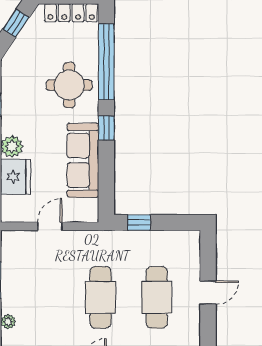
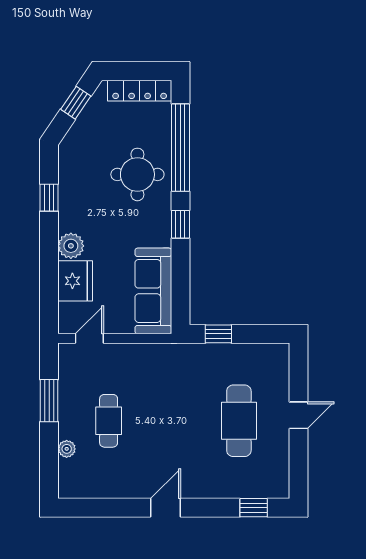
sofa: (83, 160) -> (153, 291), moved
door: (50, 226) -> (89, 338), moved
cafe table: (101, 297) -> (109, 421), moved, width x0.73, depth x0.74

